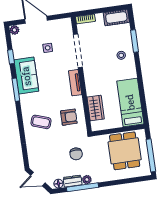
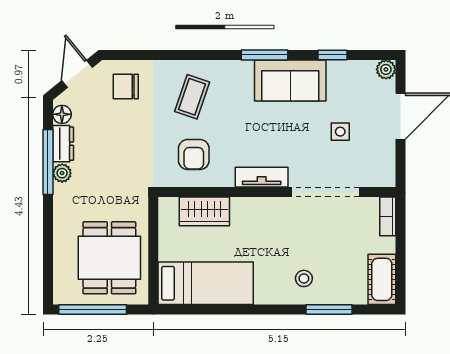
dining table: (125, 151) -> (109, 258), turned 90
chair: (76, 154) -> (126, 87), moved

